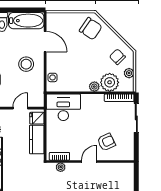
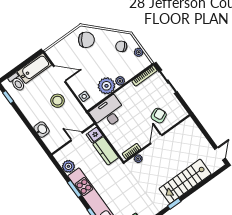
plant: (110, 82) -> (106, 86), moved
door: (20, 108) -> (77, 136), hinge flipped

